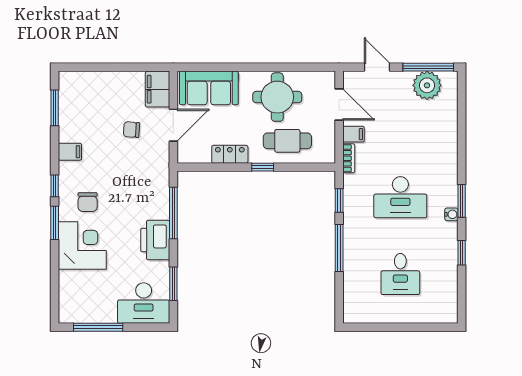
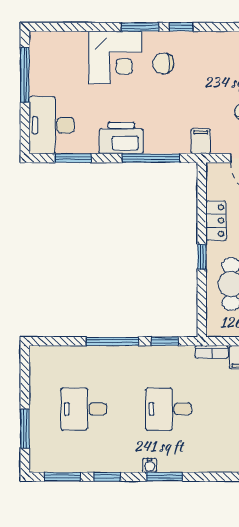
filing cabinet: (70, 152) -> (201, 141), moved, turned 180
desk: (400, 197) -> (169, 409), width x0.73
window: (462, 293) -> (62, 477), added
window: (418, 327) -> (25, 429), added

